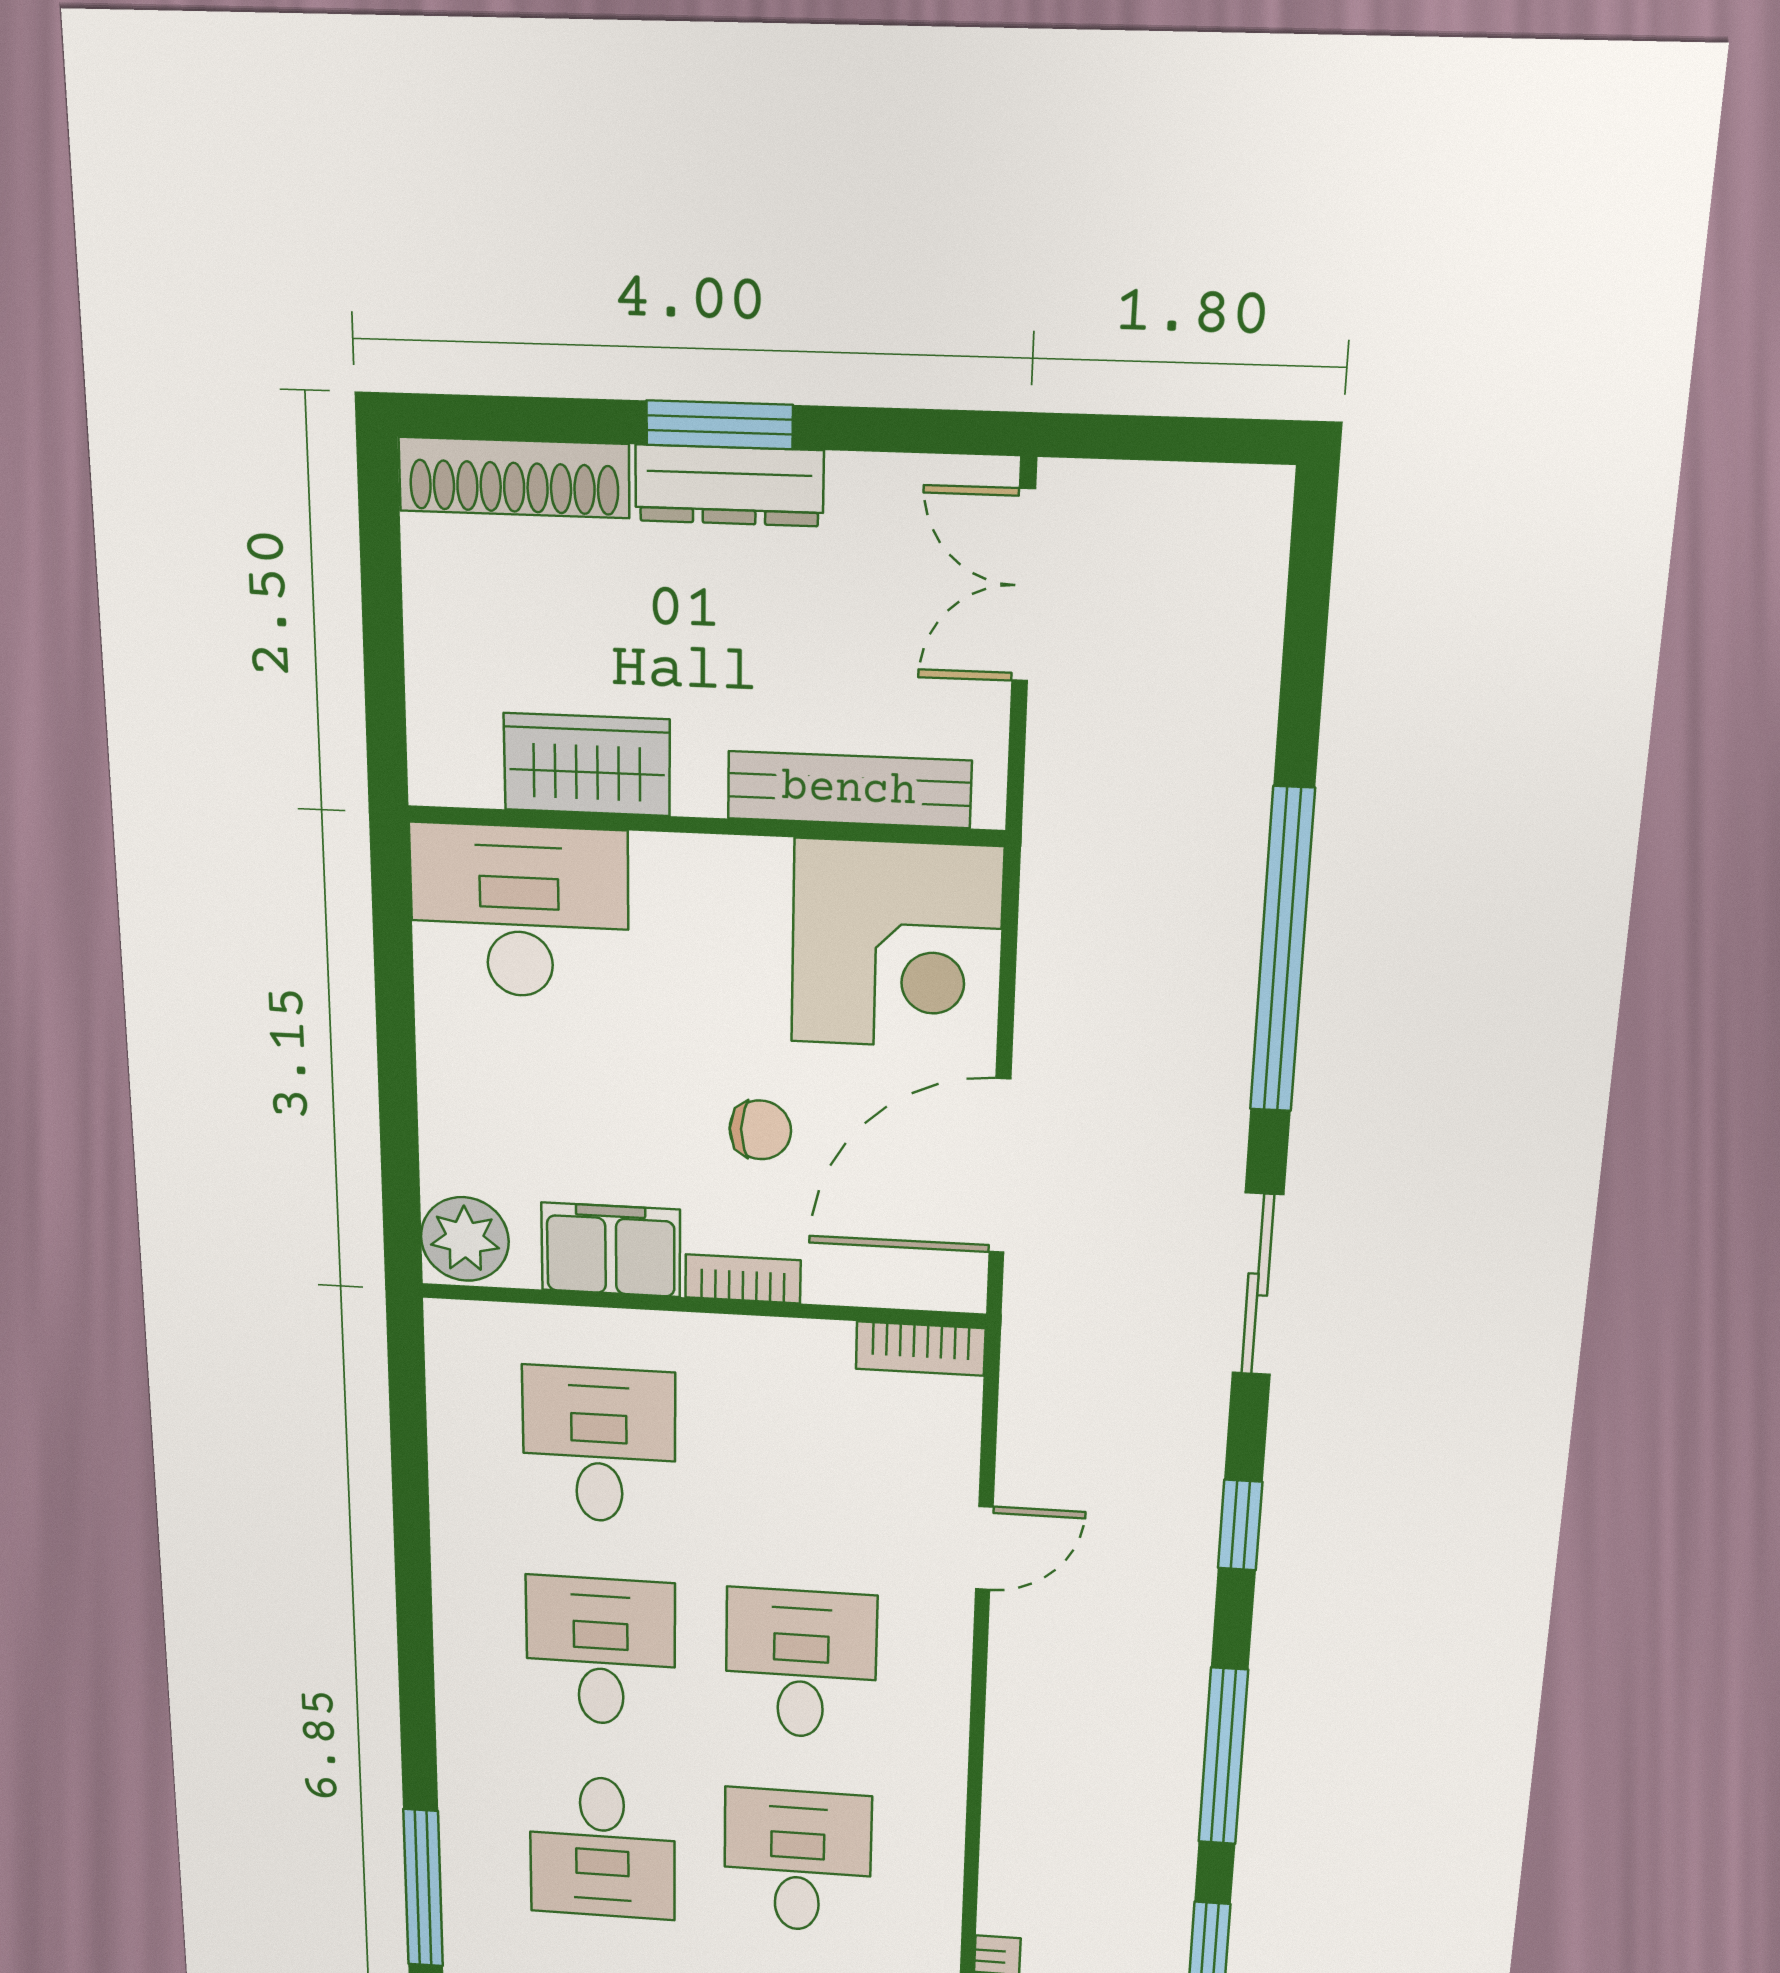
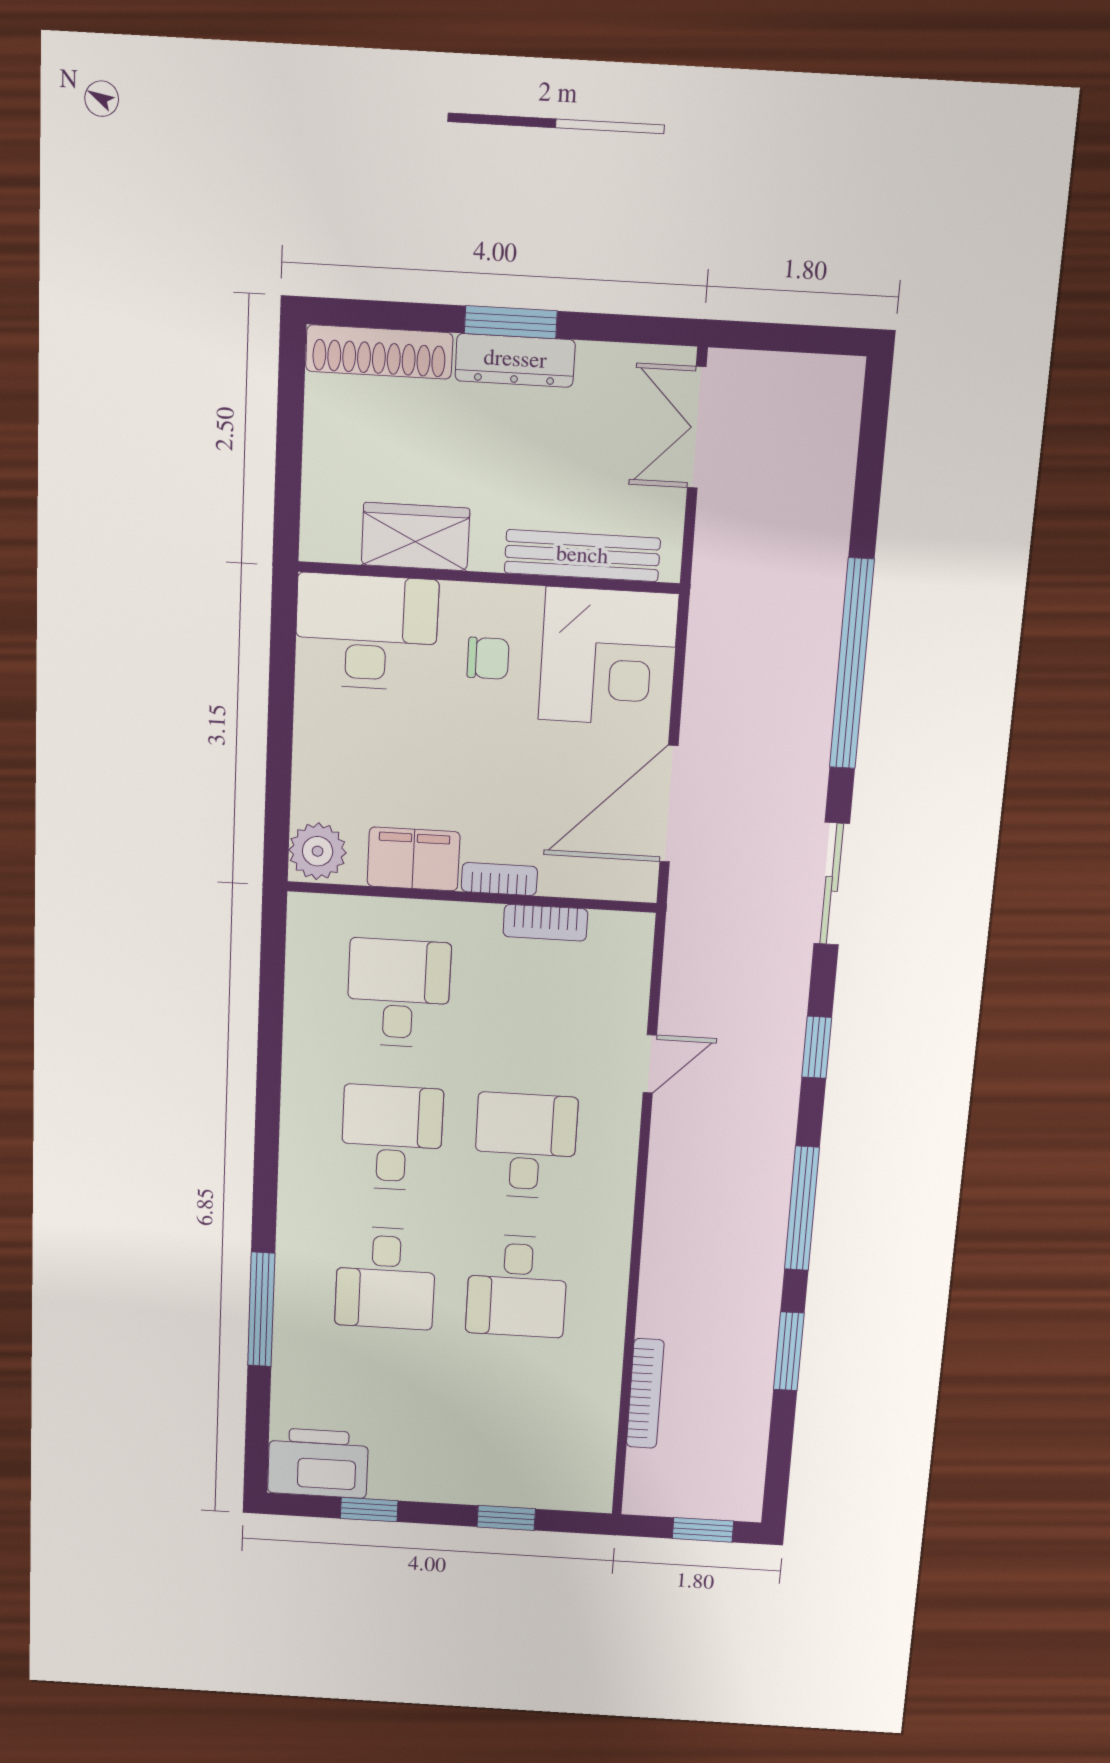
chair: (760, 1130) -> (488, 658), moved
bookcase: (920, 1349) -> (545, 923), moved
desk: (797, 1861) -> (517, 1286), turned 180

